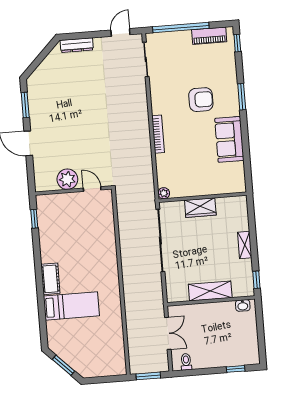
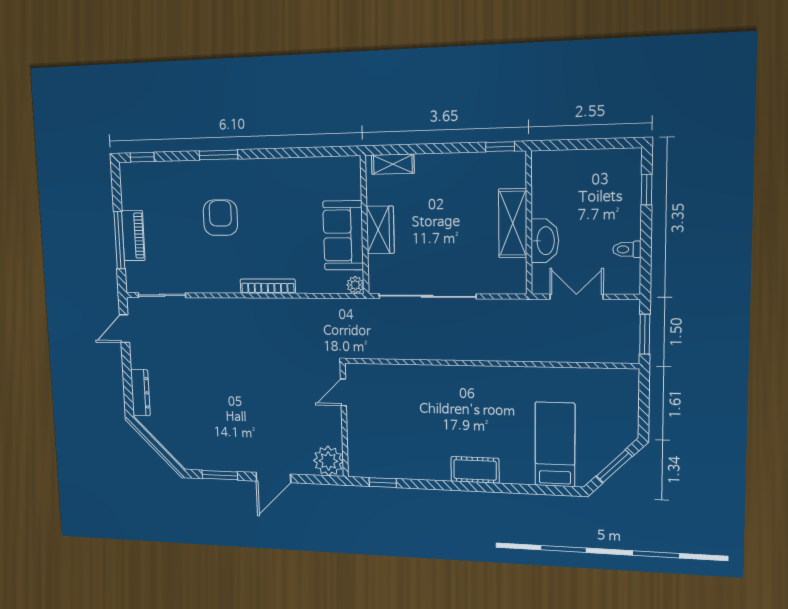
window: (181, 28) -> (119, 240), width x0.68
door: (120, 32) -> (124, 329), hinge flipped
piano: (209, 36) -> (133, 236), moved
sofa: (229, 139) -> (343, 235), moved, turned 90
plant: (67, 179) -> (328, 461), moved
shelving: (245, 245) -> (393, 164), moved
washbasin: (243, 305) -> (545, 241), moved, width x1.91, depth x1.45
bed: (71, 306) -> (555, 444), moved
toilet: (186, 362) -> (627, 249), moved

